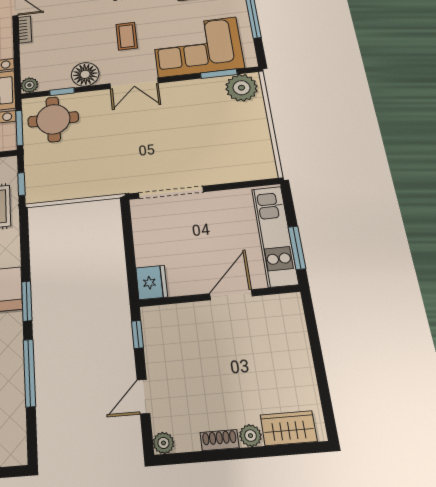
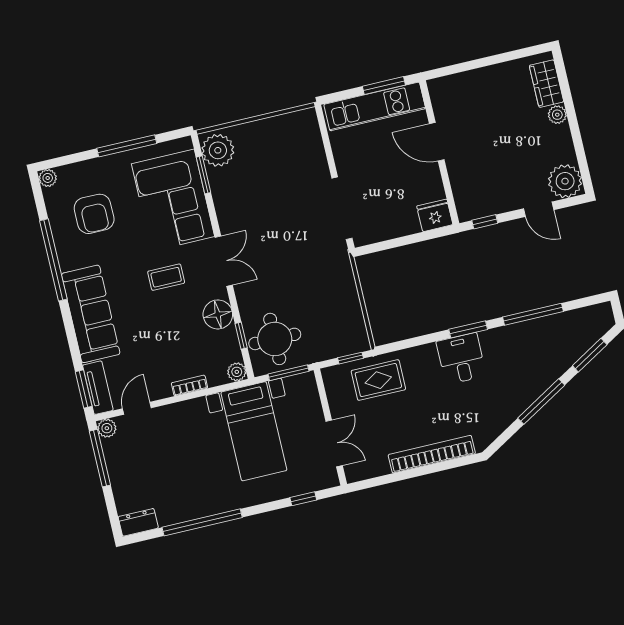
bookcase: (25, 30) -> (189, 385), moved
shoe rack: (220, 440) -> (565, 140), removed
plant: (163, 443) -> (565, 181), width x1.88, depth x1.88

